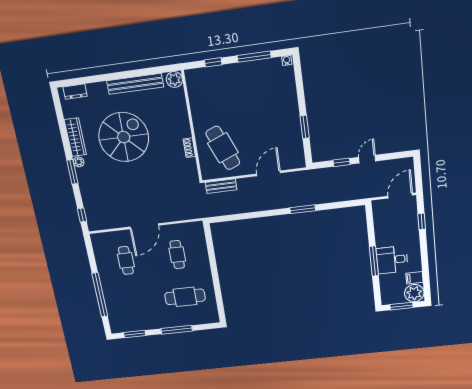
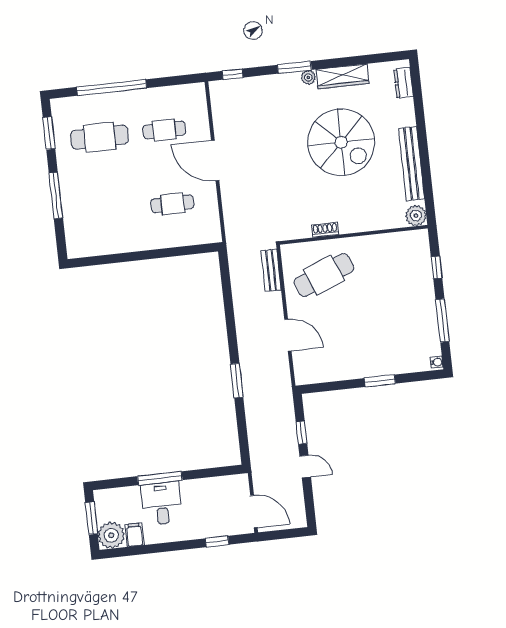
window: (305, 127) -> (380, 381), moved
cafe table: (185, 297) -> (100, 137), moved, turned 90

